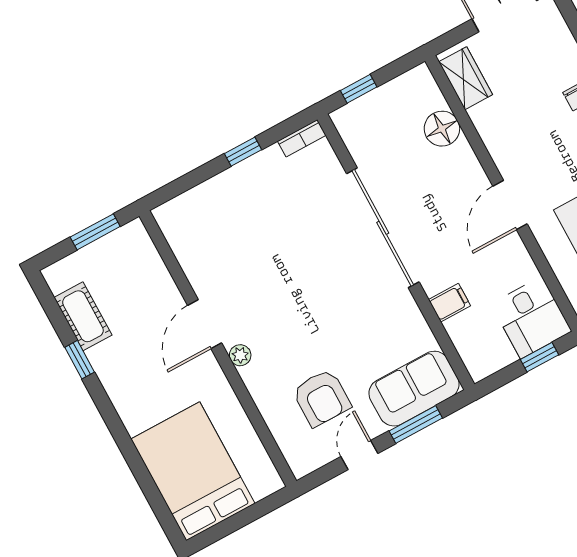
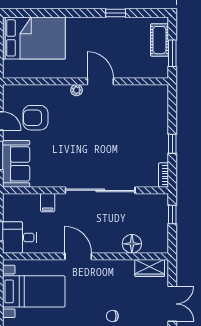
cot: (83, 316) -> (159, 40), moved, turned 90

